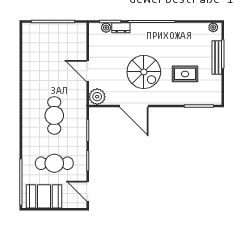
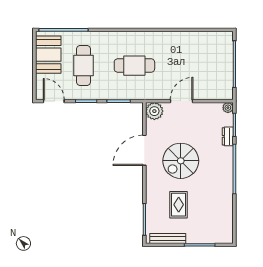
plant: (213, 27) -> (228, 235), removed
plant: (106, 28) -> (228, 108), moved
bench: (217, 58) -> (168, 238), moved
door: (88, 191) -> (54, 101), hinge flipped

